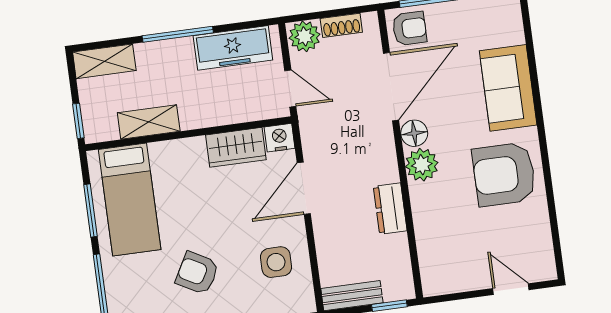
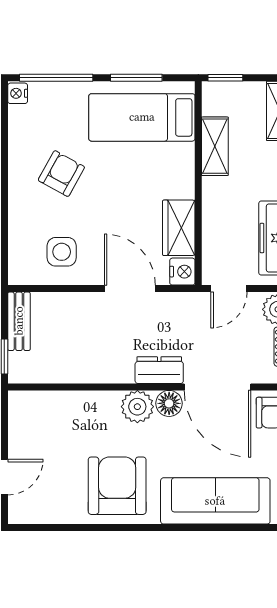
sofa: (508, 88) -> (215, 501), width x1.36
dresser: (390, 209) -> (159, 370), moved

